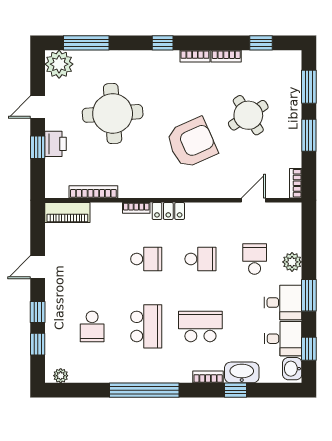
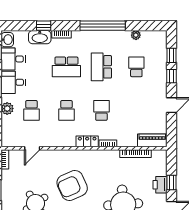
school desk: (146, 259) -> (101, 110), turned 90
school desk: (200, 259) -> (66, 110), turned -90
plant: (61, 376) -> (136, 35), moved

